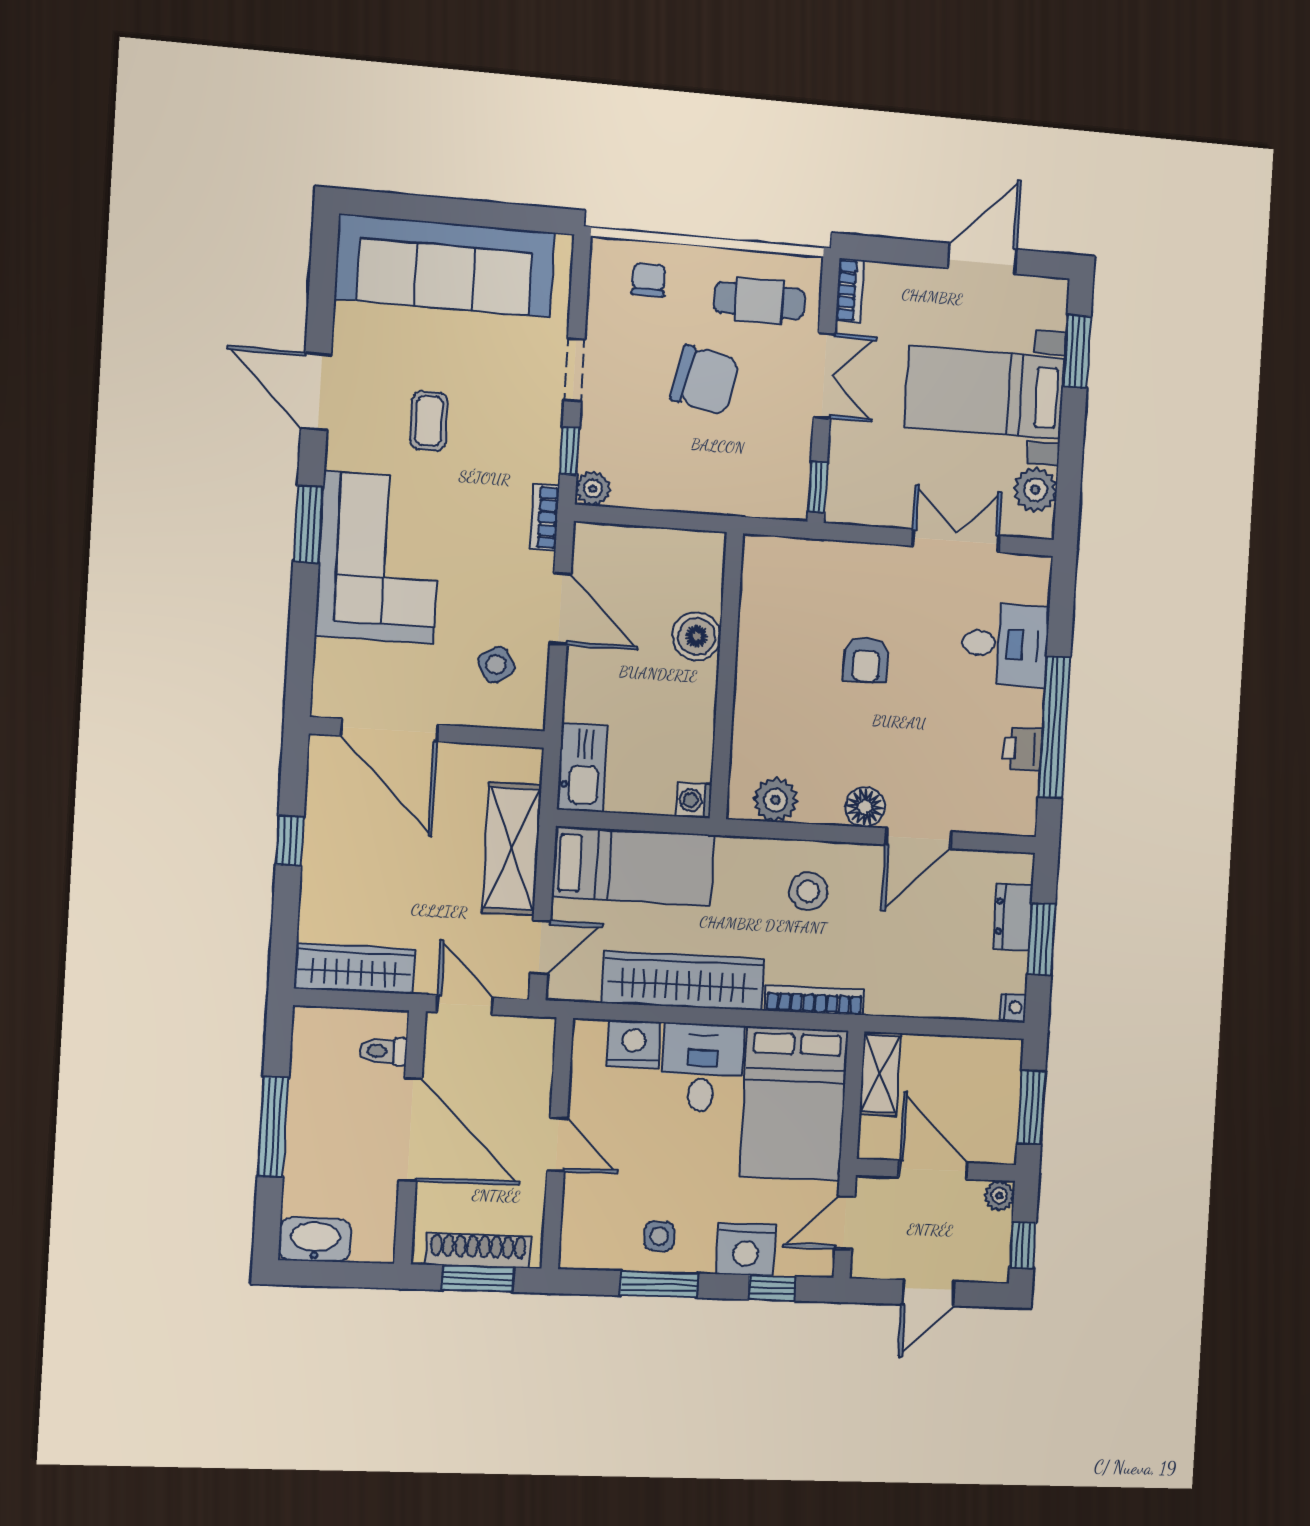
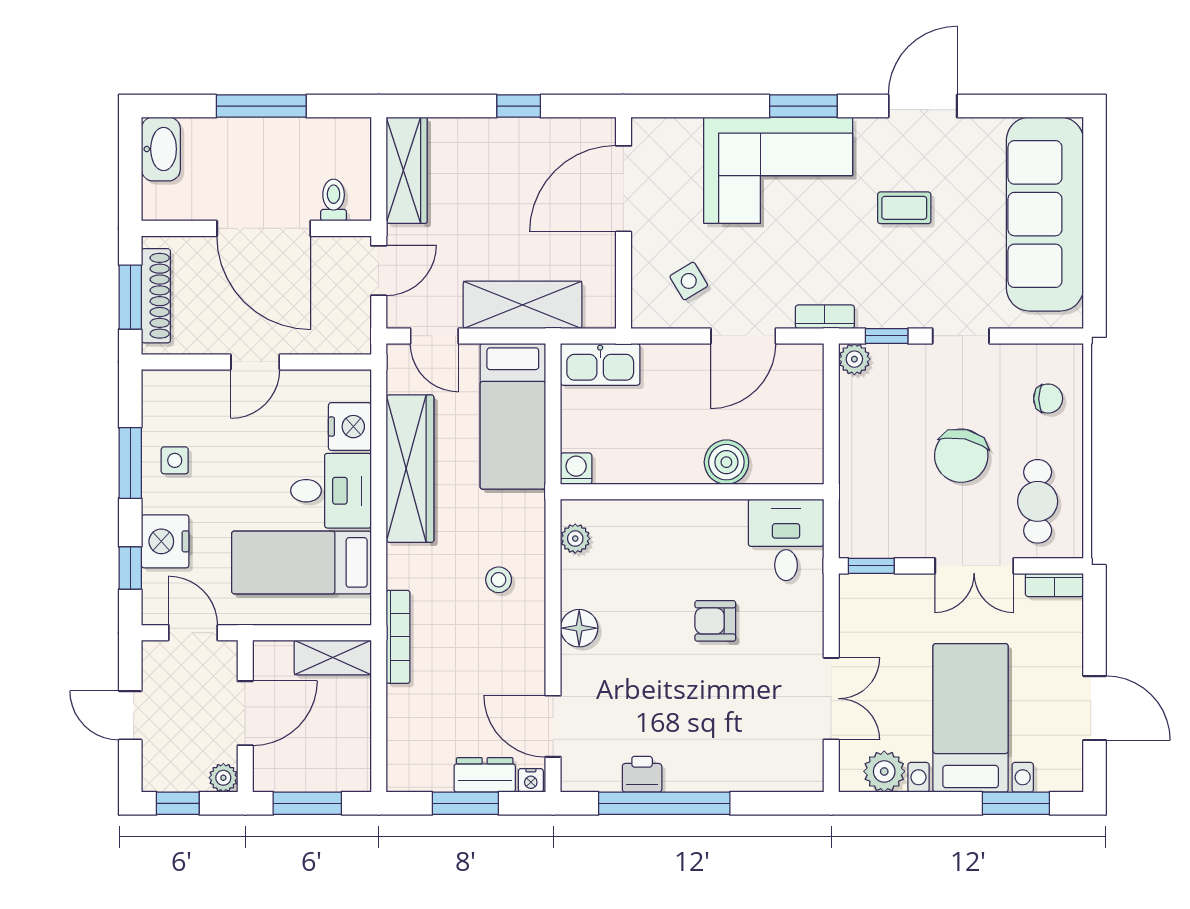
desk: (1005, 644) -> (786, 540), moved, turned 180
plant: (775, 800) -> (575, 539), width x0.73, depth x0.73
door: (918, 838) -> (553, 726), moved
stool: (808, 891) -> (499, 580), width x0.73, depth x0.73
bookcase: (815, 1000) -> (398, 637), moved
nightstand: (1013, 1007) -> (531, 780), moved
bed: (794, 1104) -> (301, 562), width x0.67
door: (410, 1129) -> (264, 228), hinge flipped

